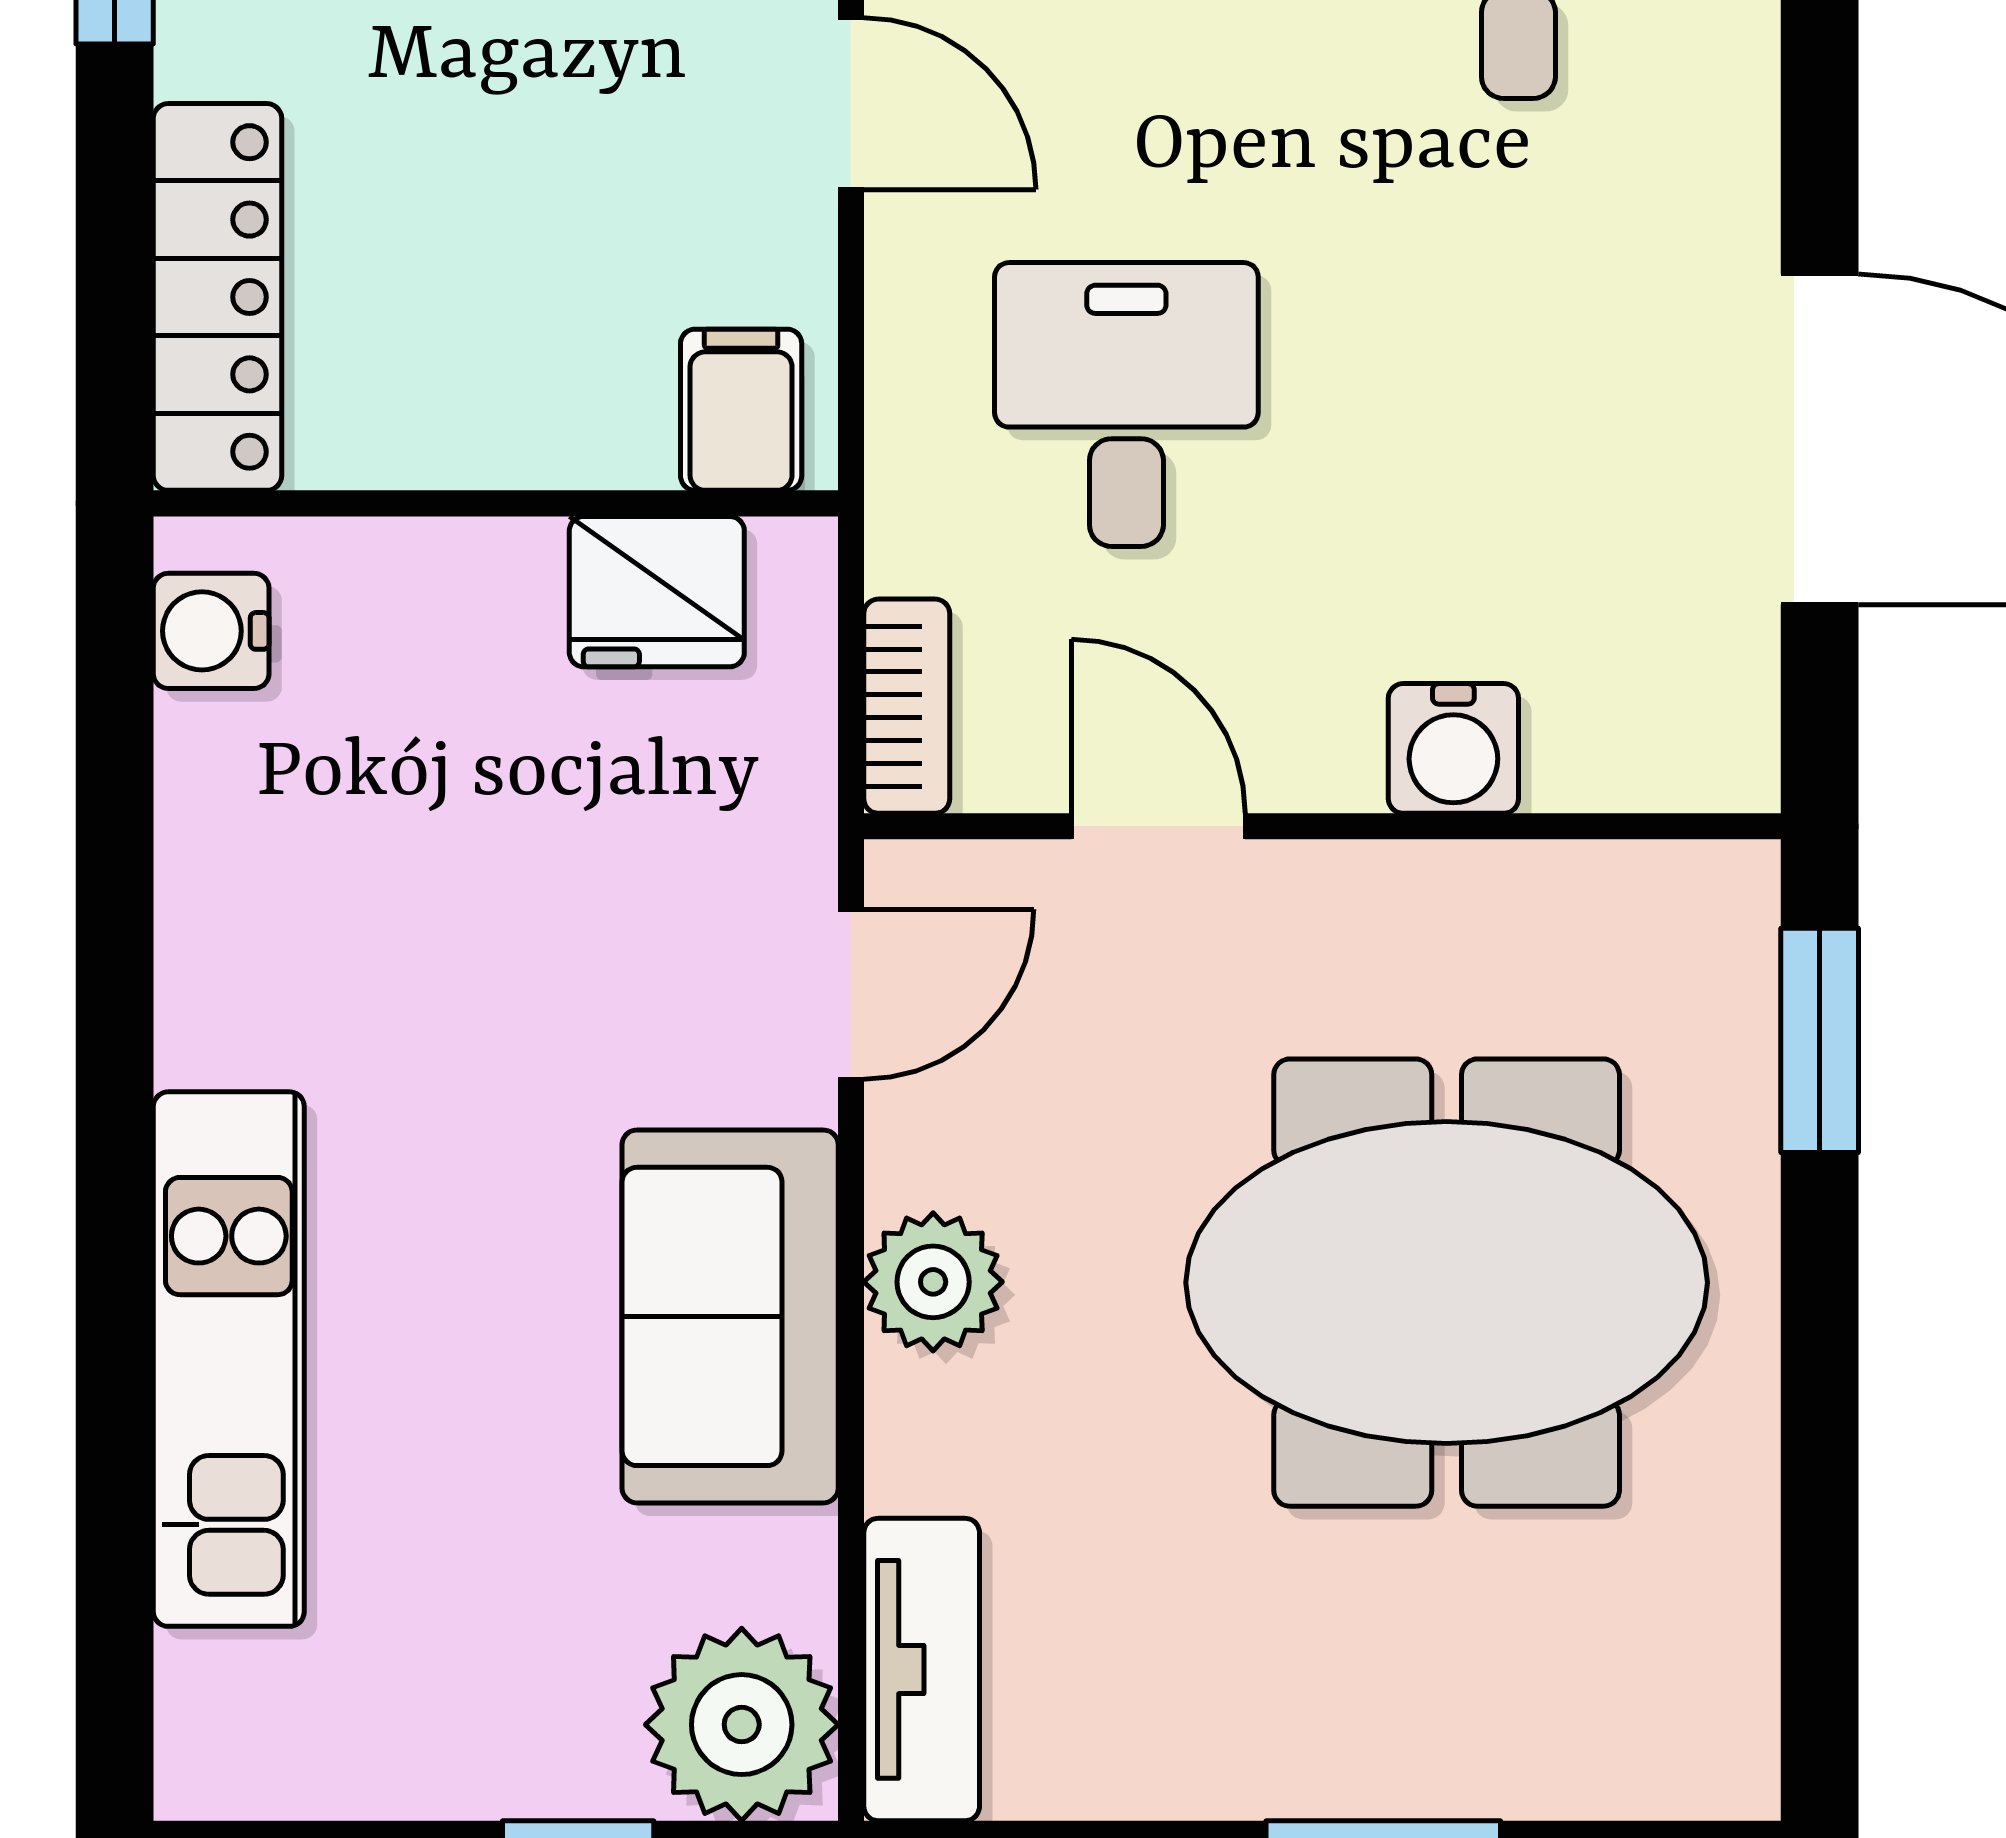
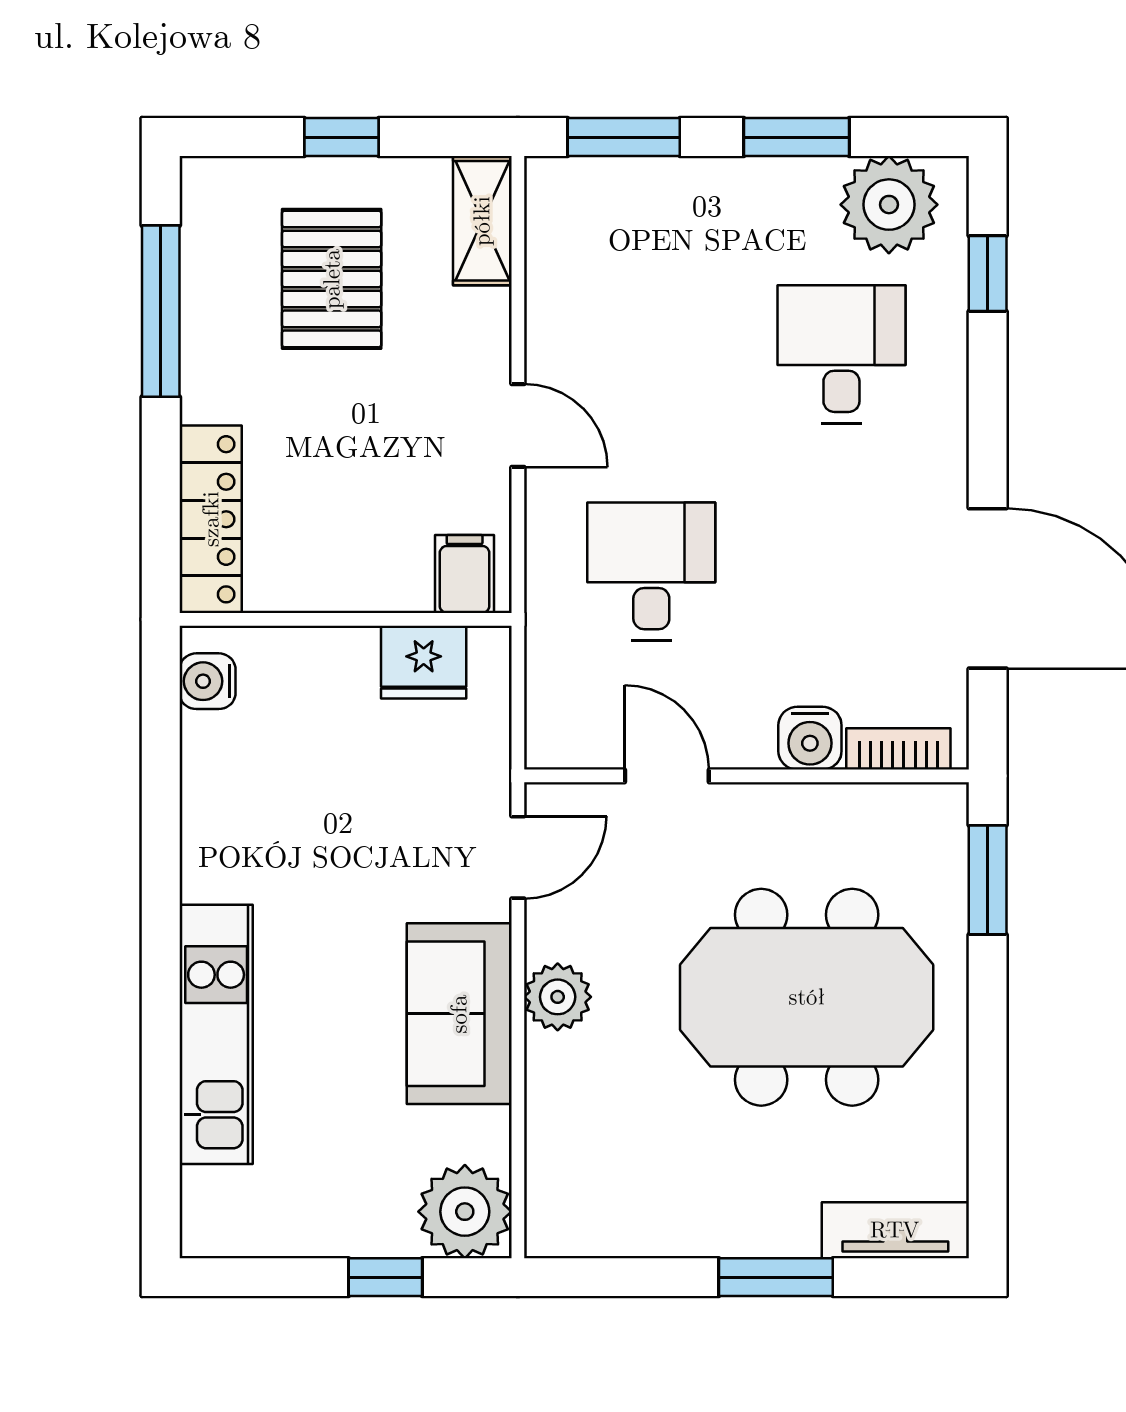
bookcase: (907, 706) -> (898, 749), moved, turned -90
tv unit: (922, 1669) -> (895, 1230), moved, turned -90

